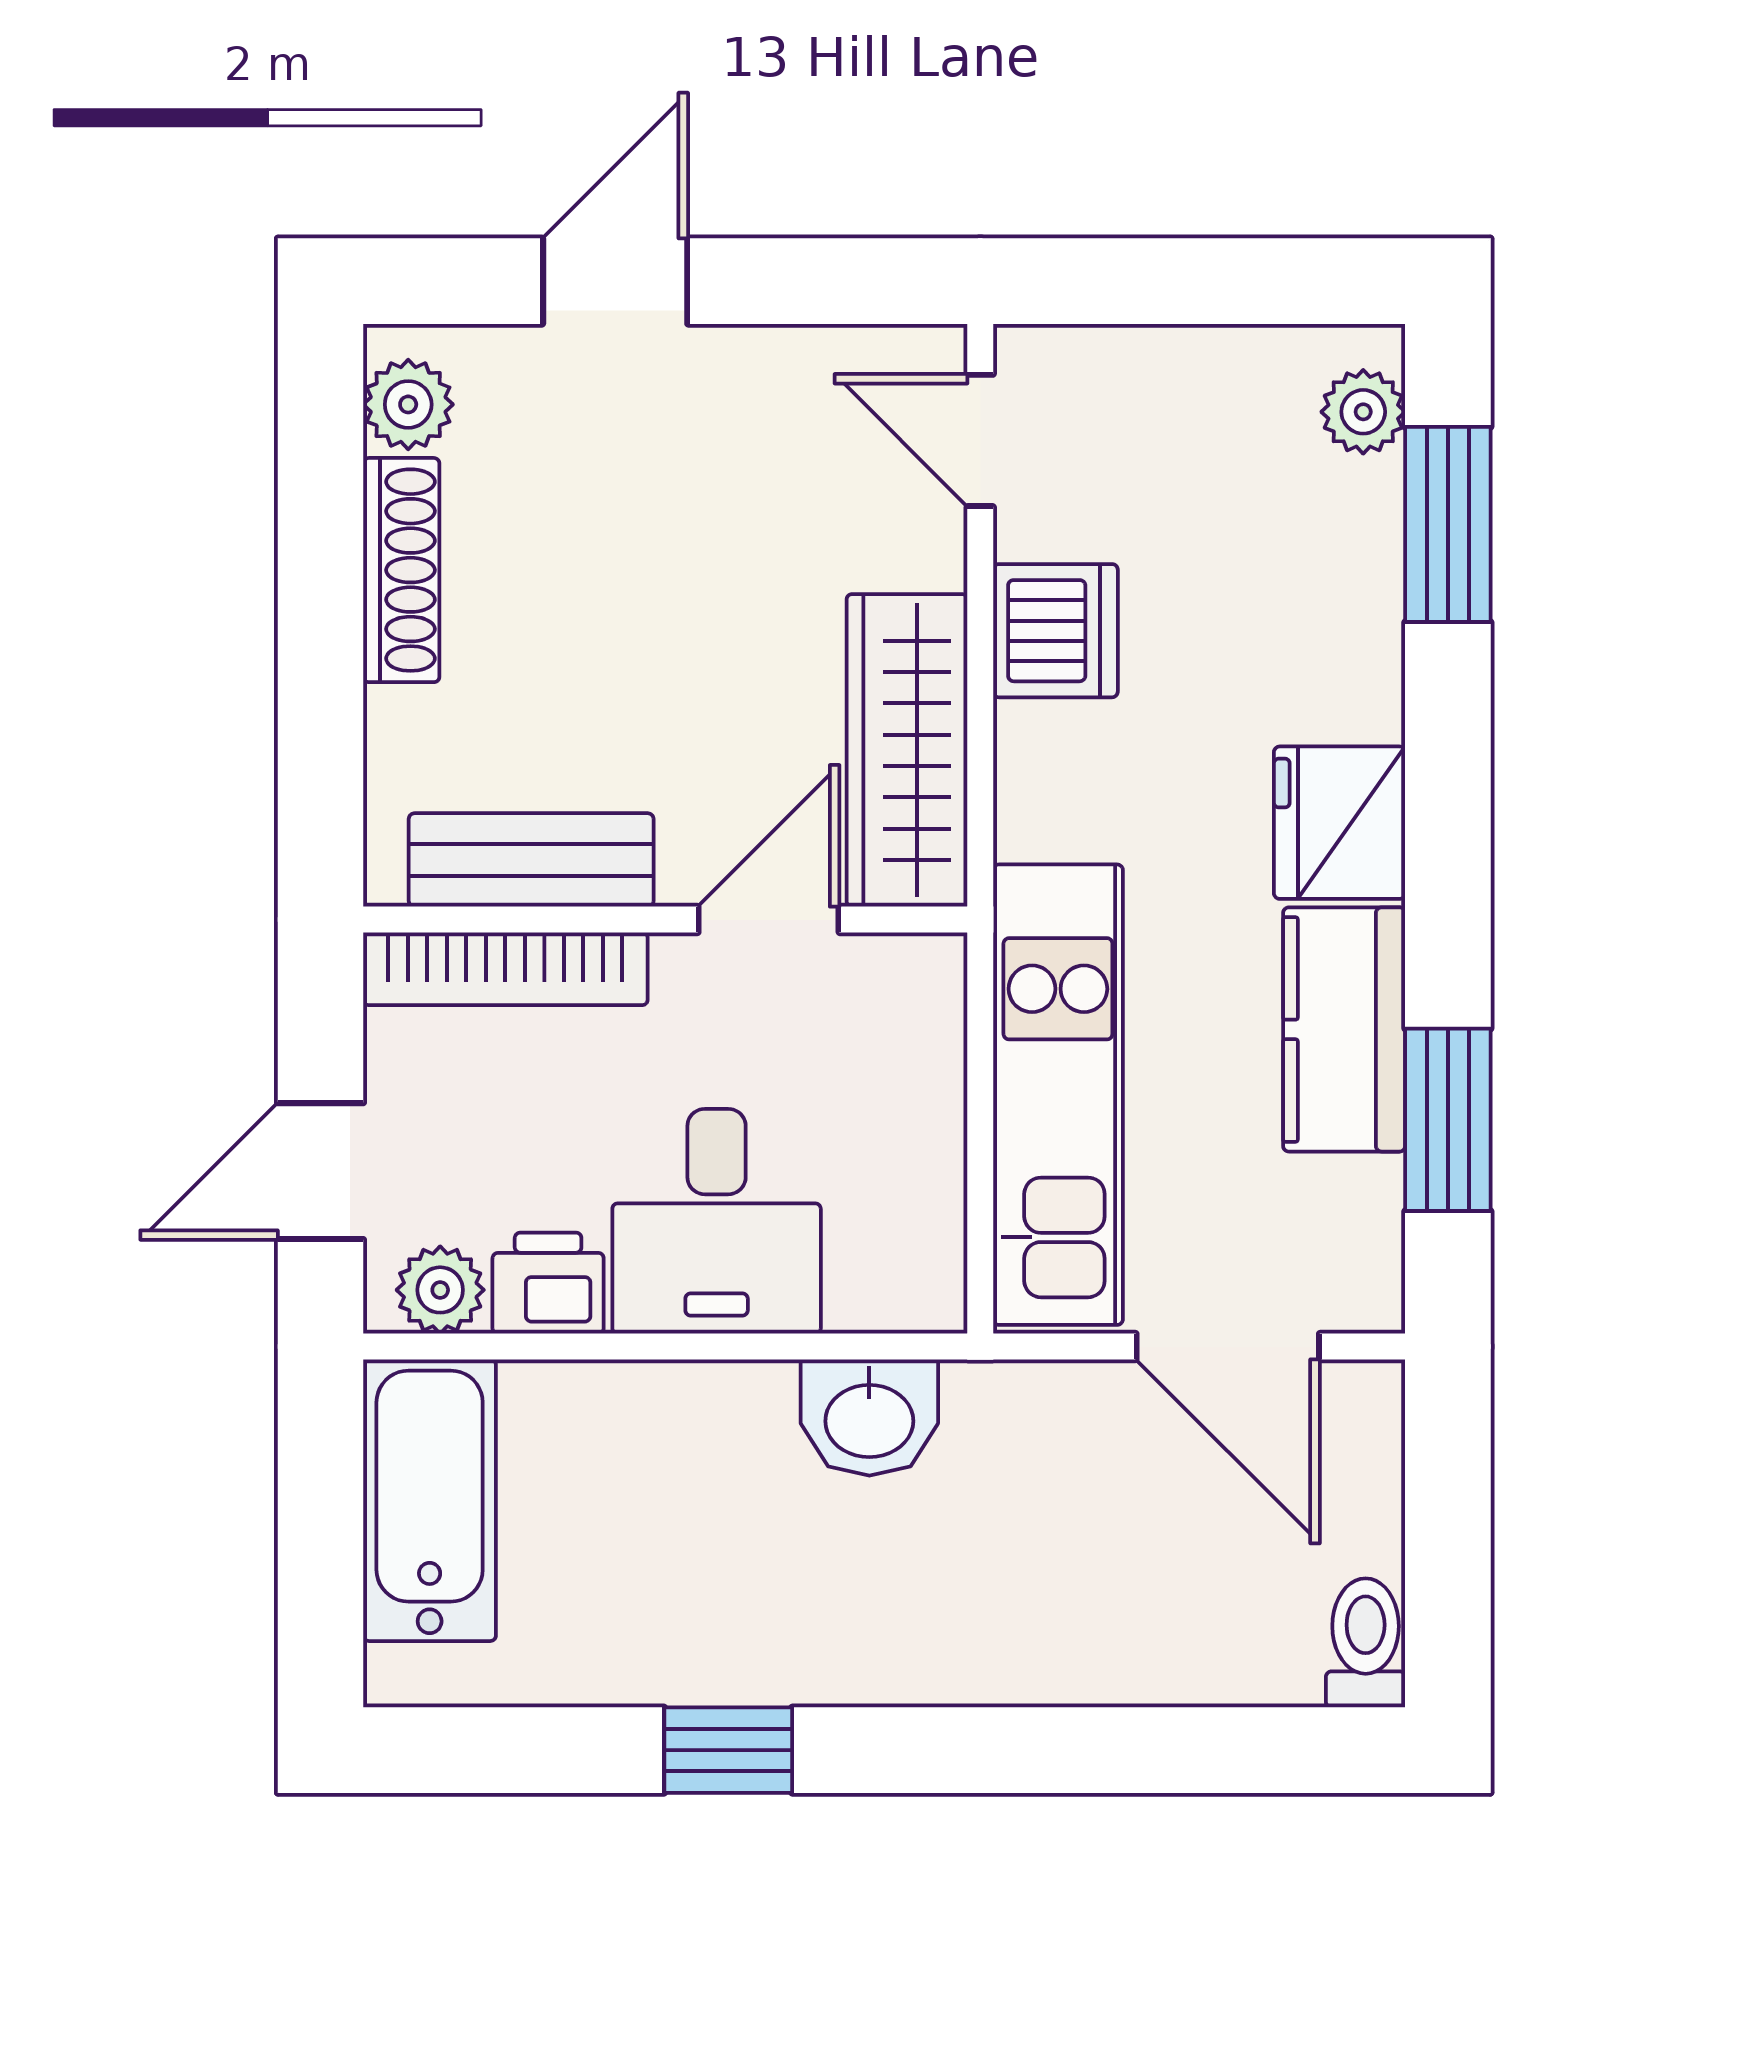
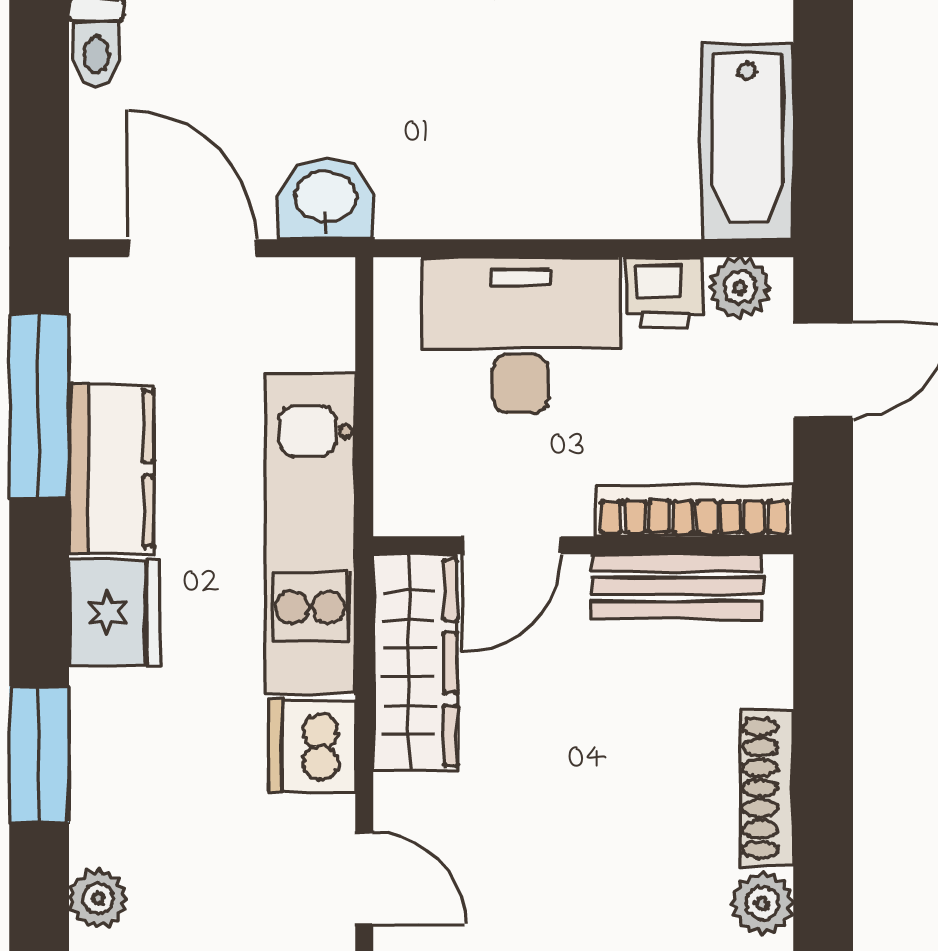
window: (1448, 524) -> (39, 754), moved
kitchen unit: (1058, 1095) -> (310, 534), moved
window: (1448, 1120) -> (39, 406), width x1.44
desk: (717, 1221) -> (521, 335), width x1.37
washbasin: (869, 1418) -> (326, 199), moved

